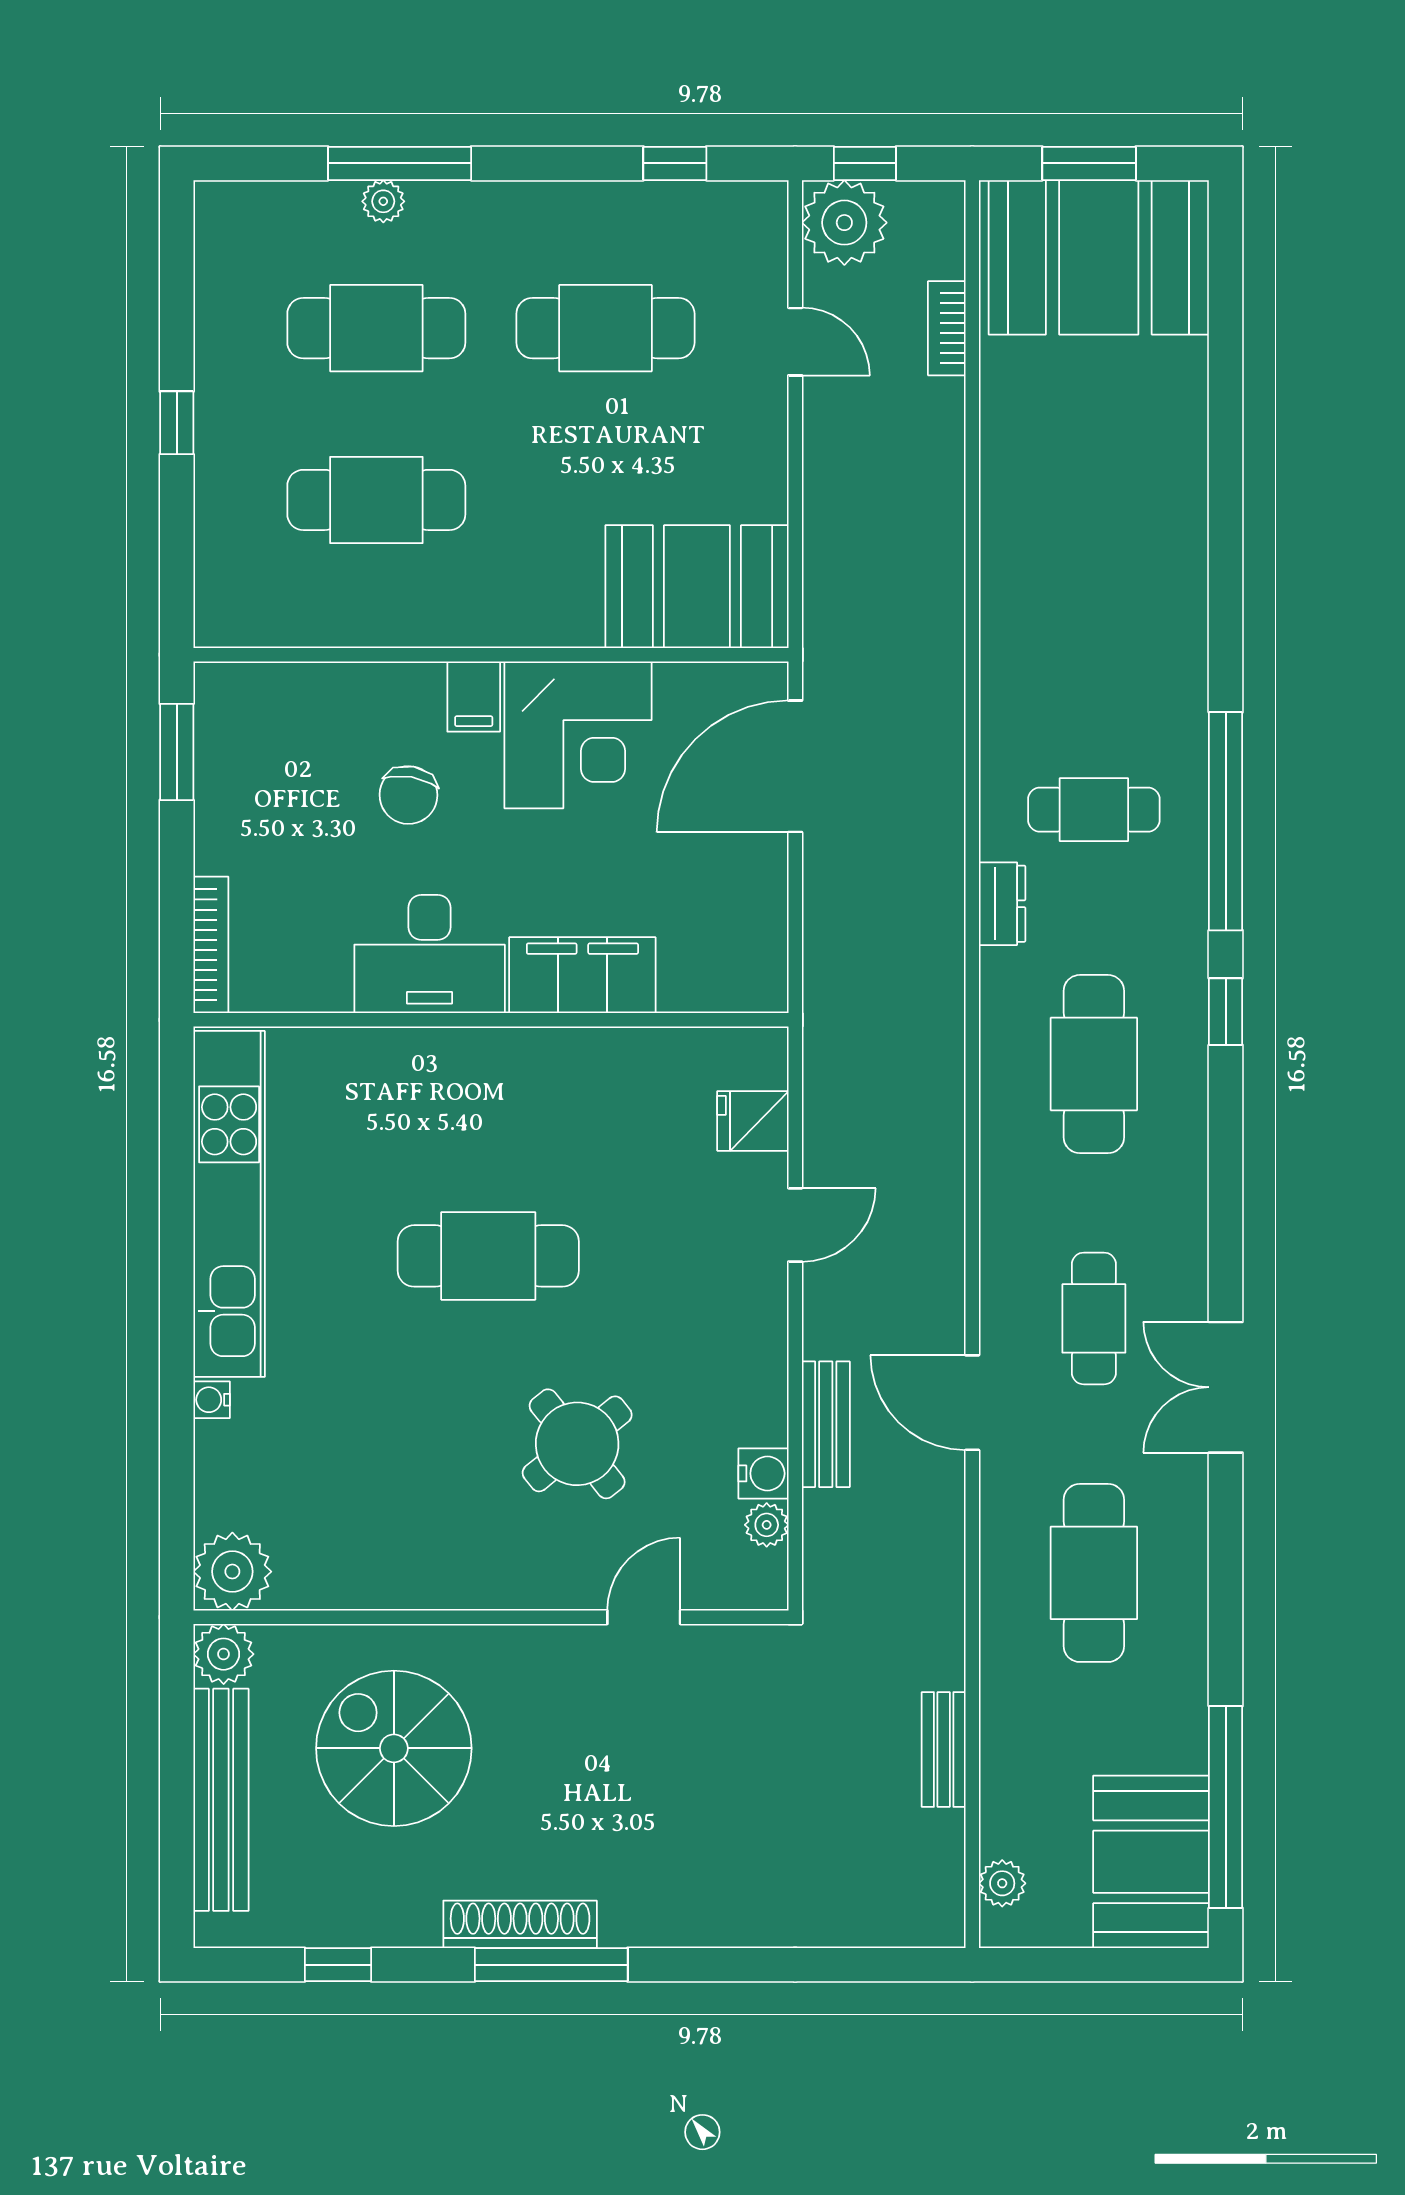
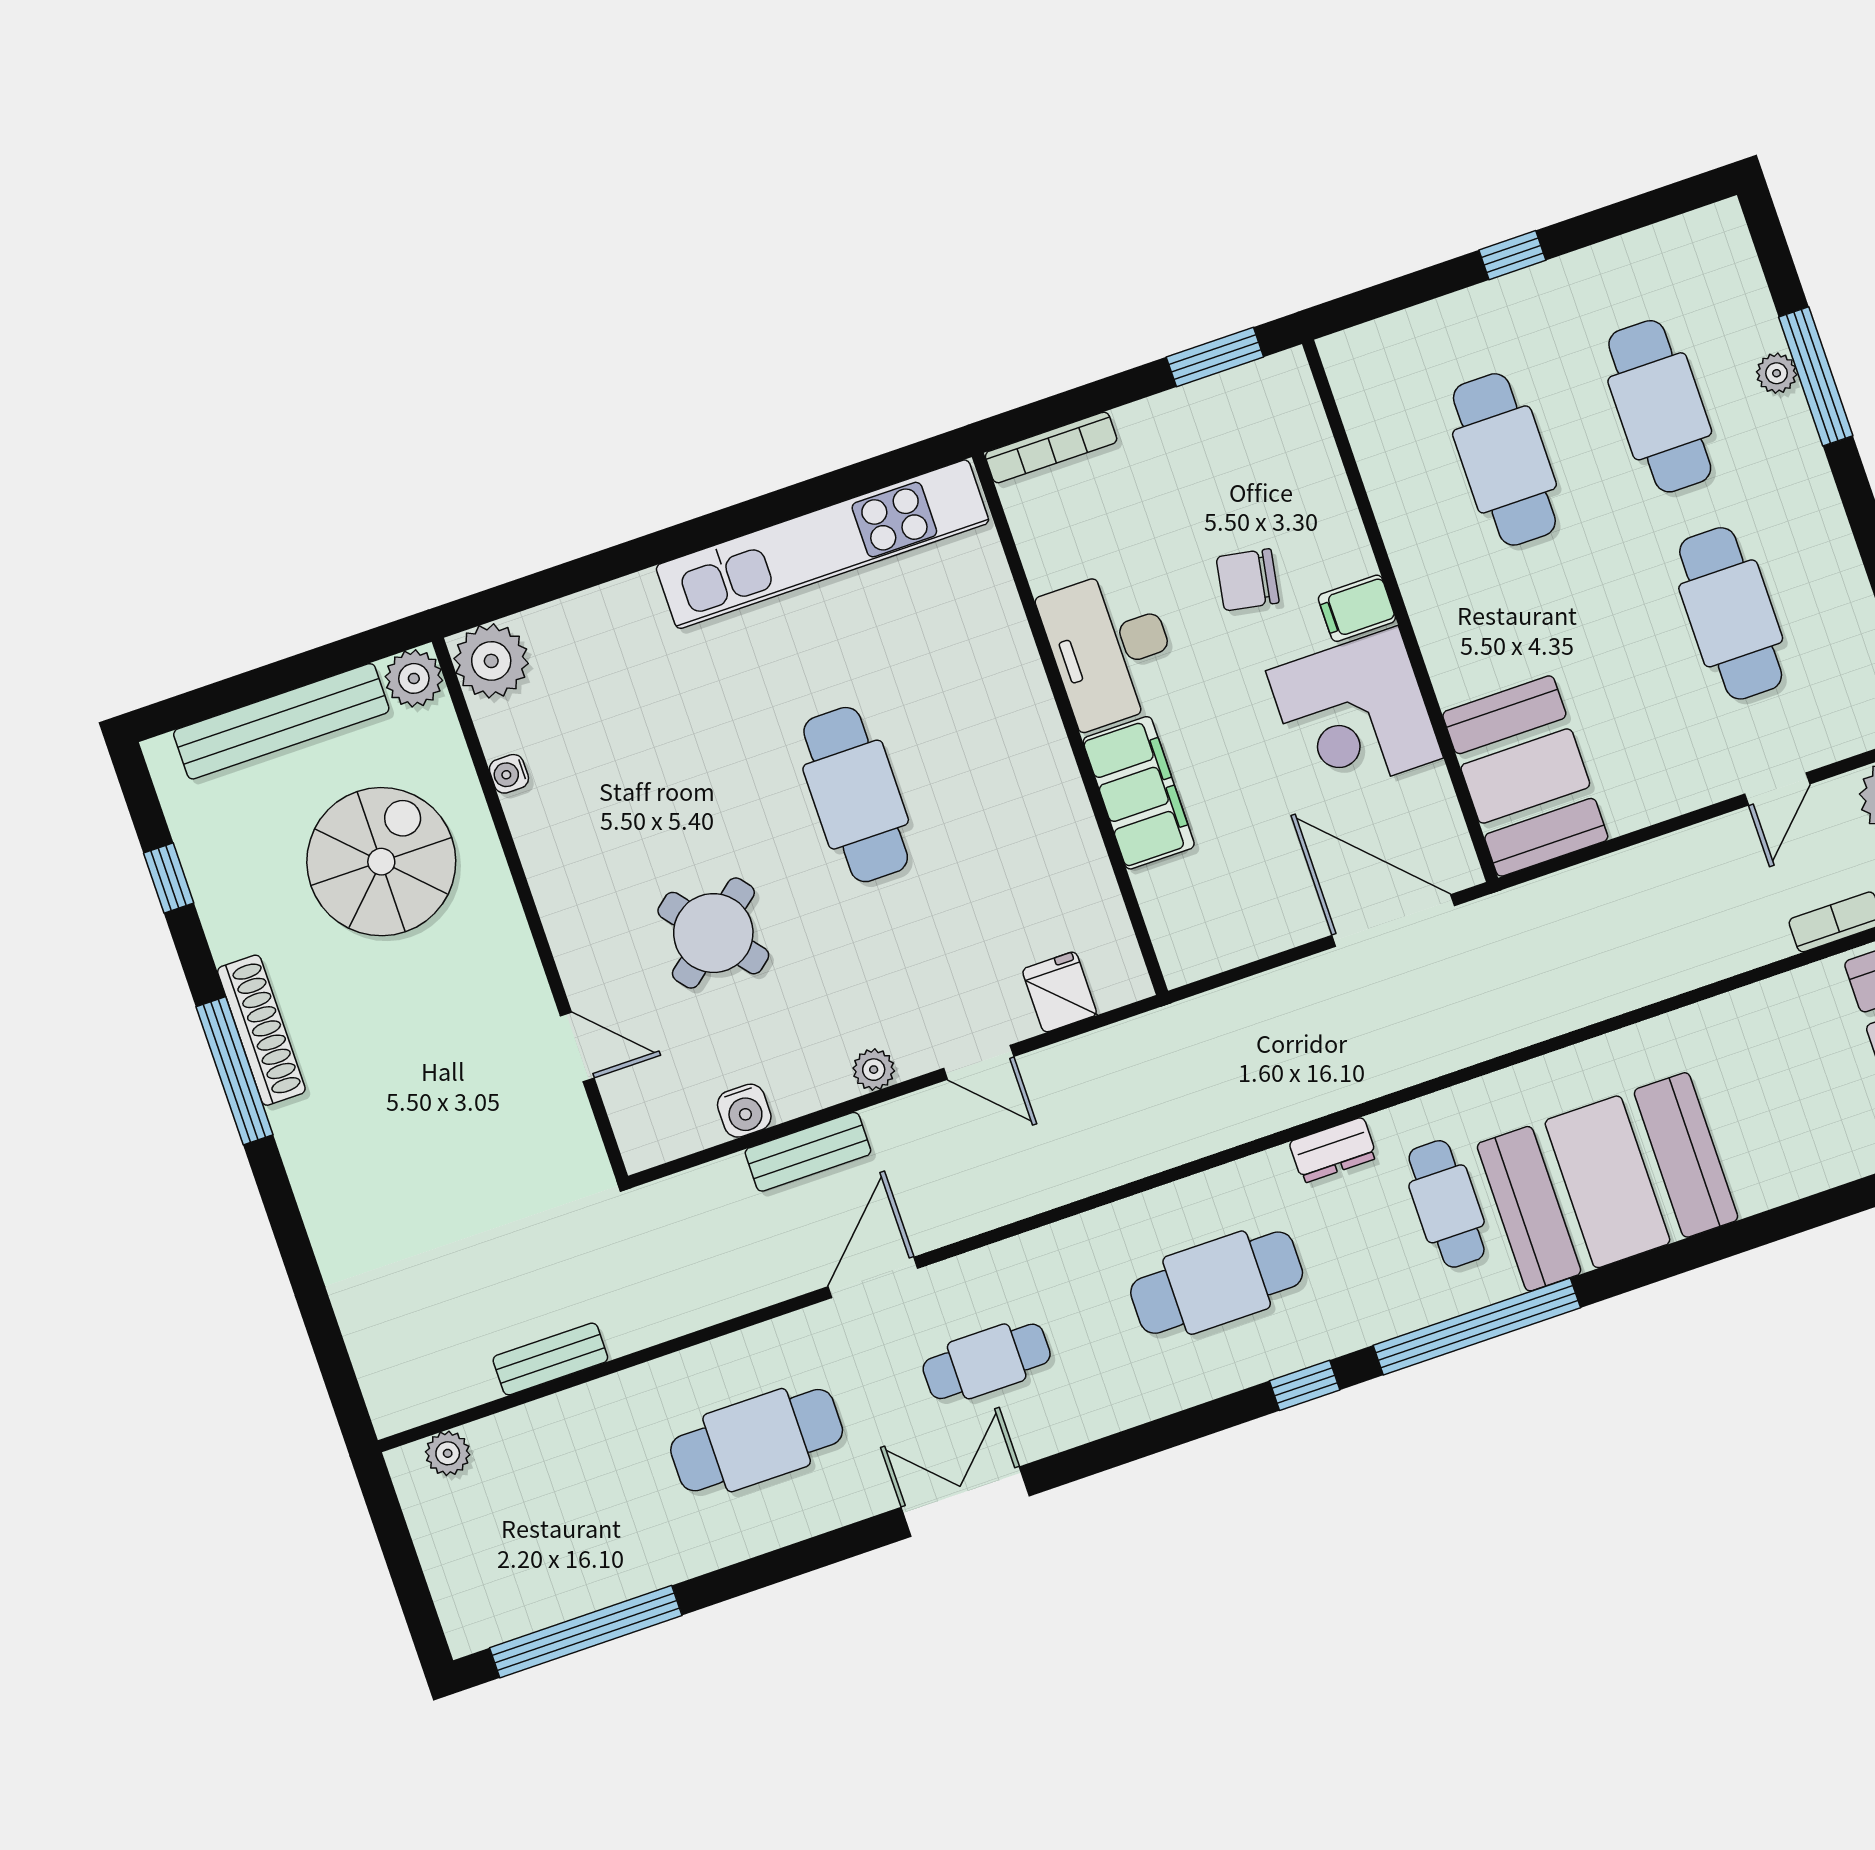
water cooler: (212, 1400) -> (509, 774), moved, turned -90
plant: (767, 1525) -> (874, 1070), moved
booth: (1151, 1862) -> (1607, 1182), moved, width x1.36, depth x1.42

